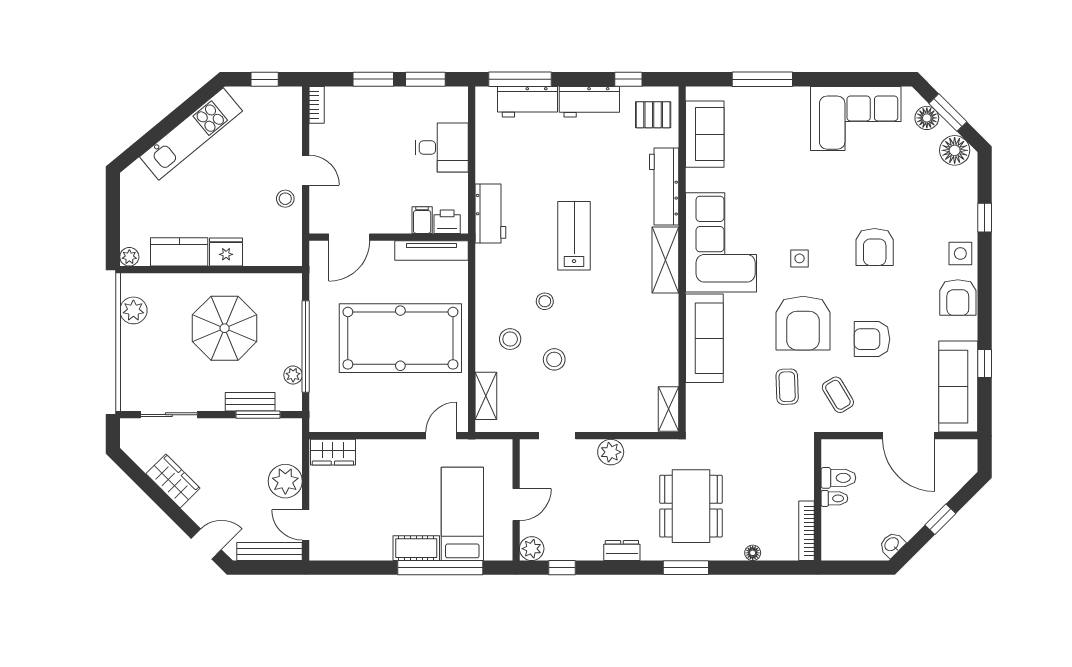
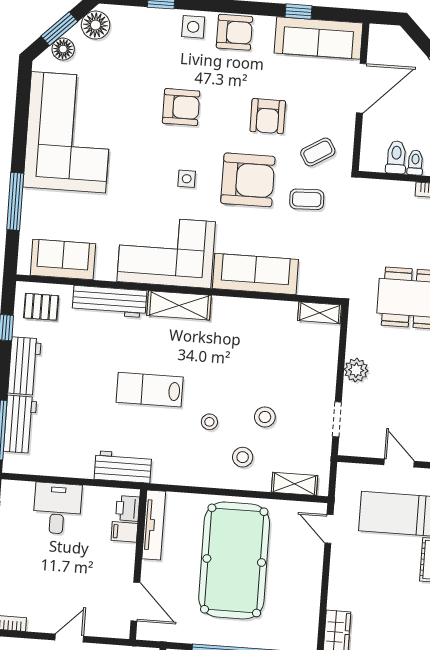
pallet: (653, 115) -> (41, 307), turned 90
corner sofa: (856, 118) -> (68, 132), width x1.36, depth x1.36

